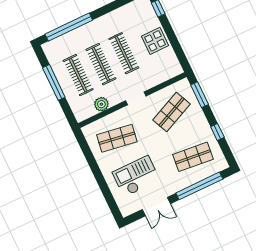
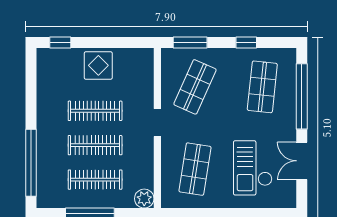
plant: (101, 104) -> (144, 199), moved
shop shelf: (172, 112) -> (195, 87), turned 48
double door: (156, 207) -> (302, 161), swing flipped

